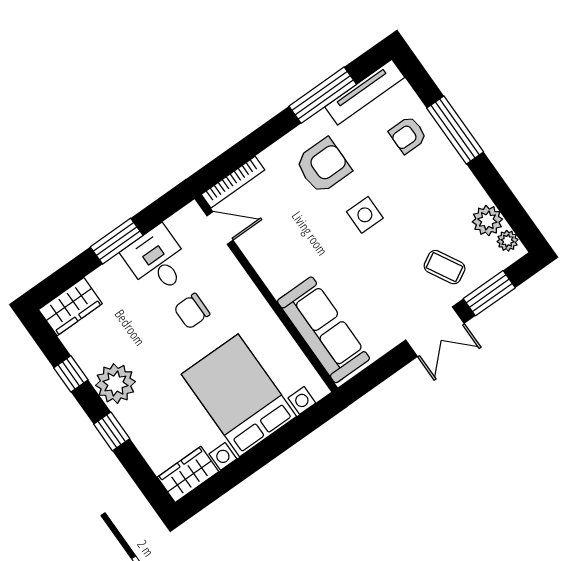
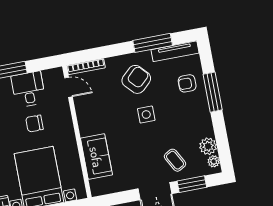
armchair: (323, 166) -> (136, 79), turned -43
sofa: (323, 330) -> (96, 157), width x0.73

